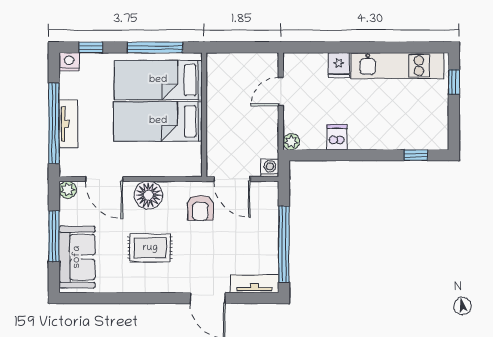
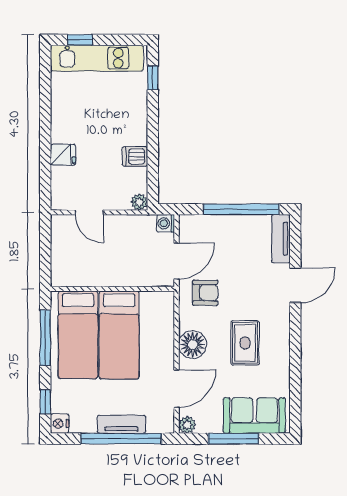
kitchen unit: (397, 66) -> (97, 58), moved, turned 90

